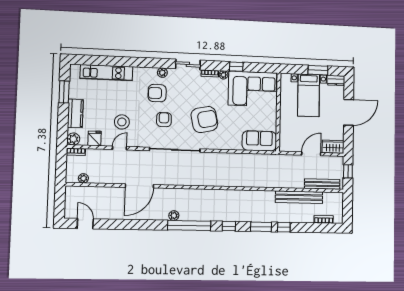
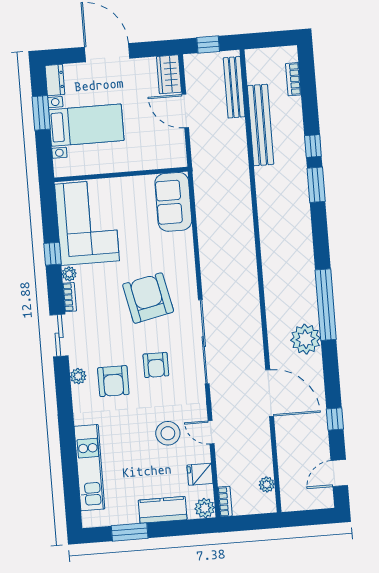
armchair: (164, 120) -> (156, 365), turned -90
plant: (174, 216) -> (306, 339), width x1.87, depth x1.87
window: (229, 226) -> (335, 419), moved

